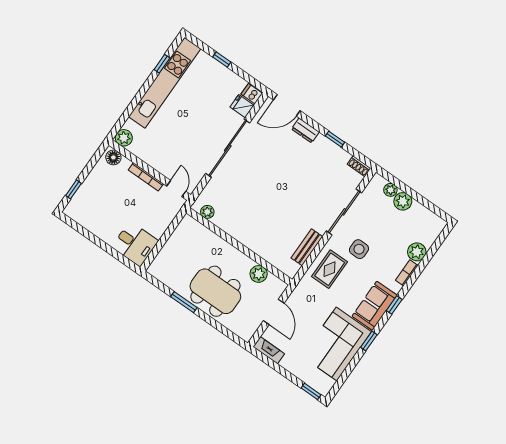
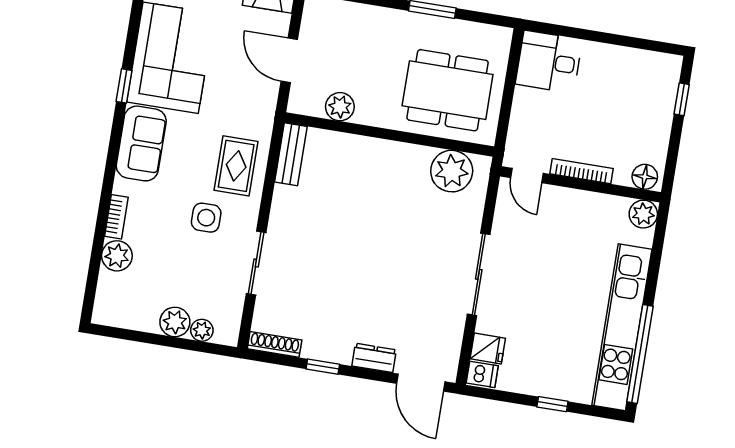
window: (162, 64) -> (640, 354), width x3.17
door: (287, 105) -> (421, 383), swing flipped
sliding door: (228, 148) -> (479, 274), width x0.73
shoe rack: (359, 166) -> (275, 344), width x1.43
plant: (207, 212) -> (452, 171), width x1.88, depth x1.88
sliding door: (344, 212) -> (256, 263), width x0.73
bench: (307, 247) -> (291, 154), moved
dining table: (215, 291) -> (448, 90), moved
window: (394, 305) -> (112, 159), removed

